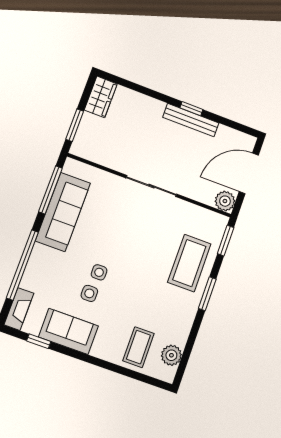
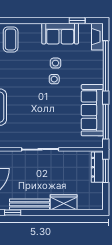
wardrobe: (101, 97) -> (64, 202), moved, turned 90
window: (191, 109) -> (13, 212), moved
dresser: (84, 134) -> (97, 167), added

